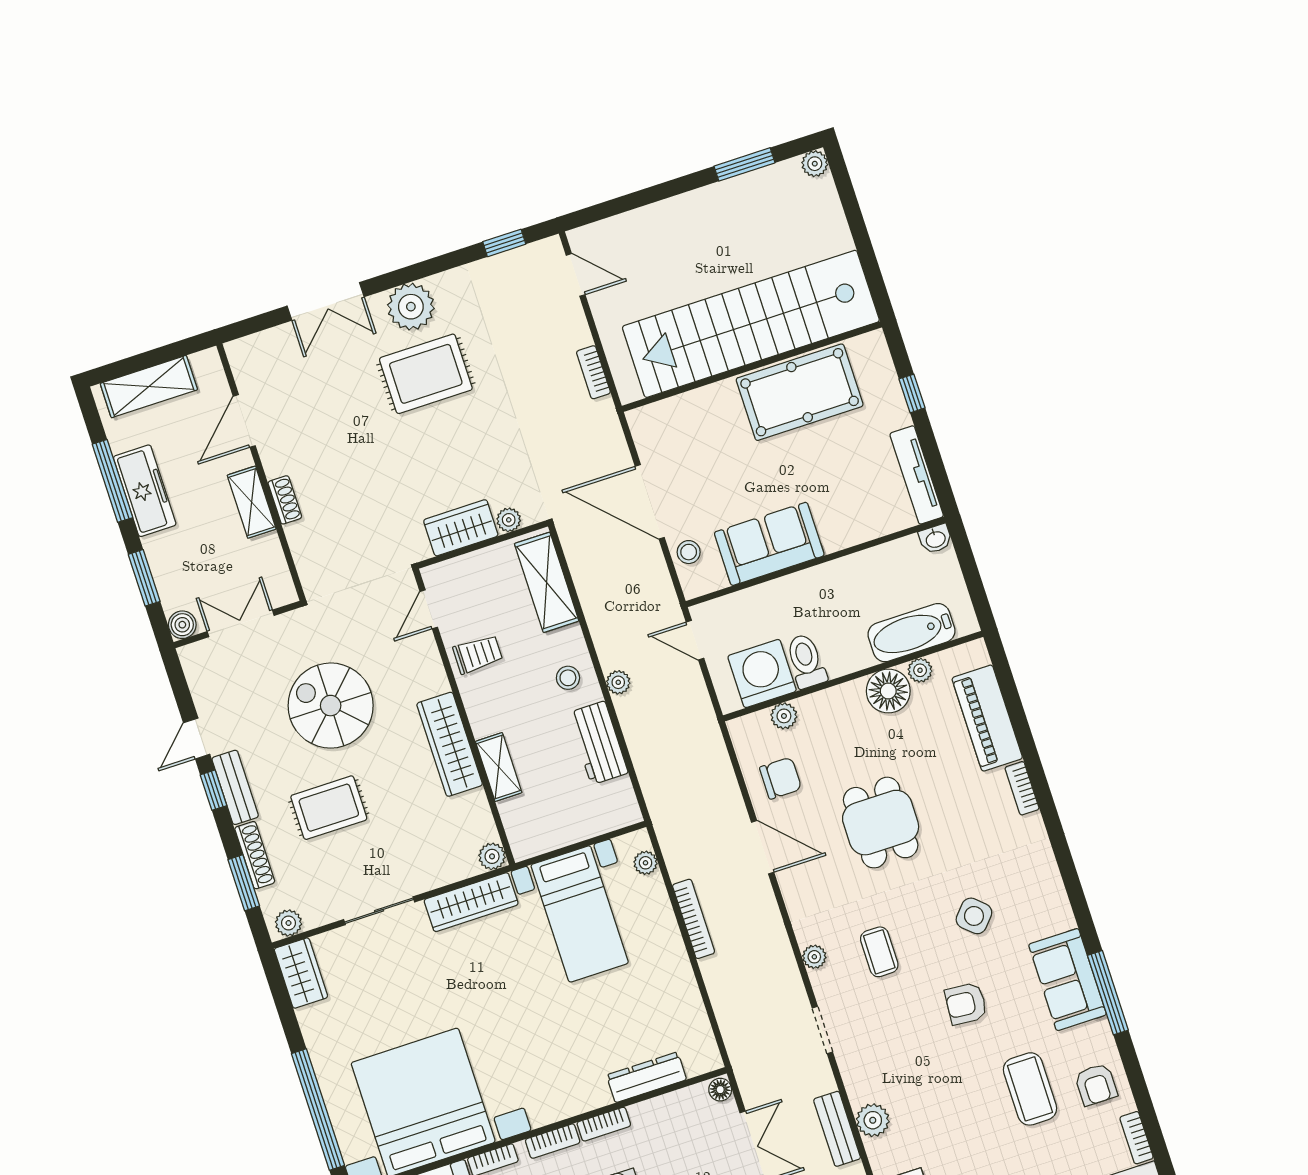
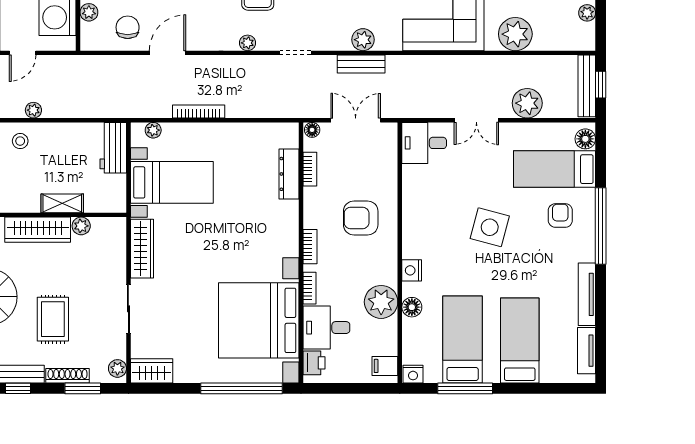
workbench: (598, 743) -> (113, 148), moved, turned 90
plant: (492, 856) -> (81, 226), moved
bookcase: (604, 1124) -> (310, 169), moved

